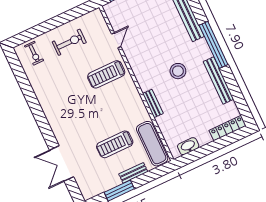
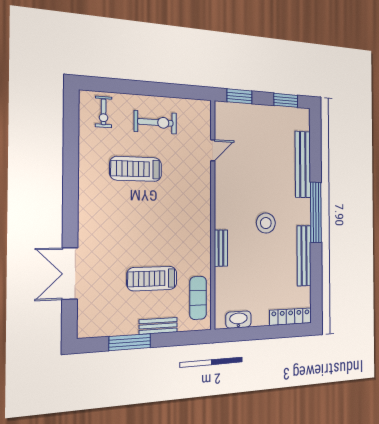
treadmill: (106, 74) -> (136, 169), moved
exercise mat: (152, 144) -> (198, 298), width x0.73, depth x0.69

